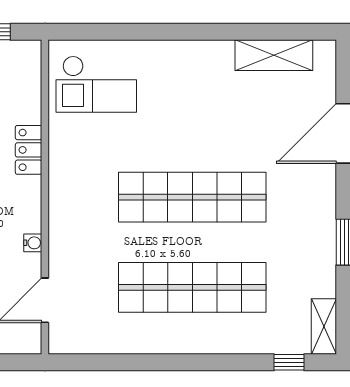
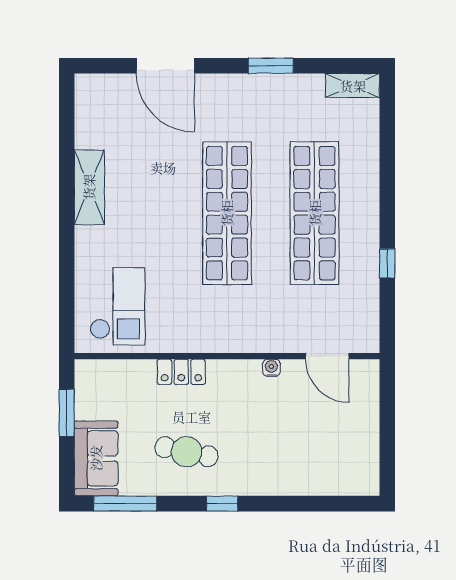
shelving: (274, 55) -> (89, 187), moved
window: (289, 362) -> (387, 263), moved

